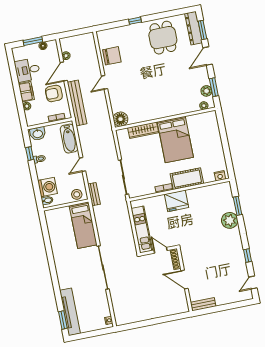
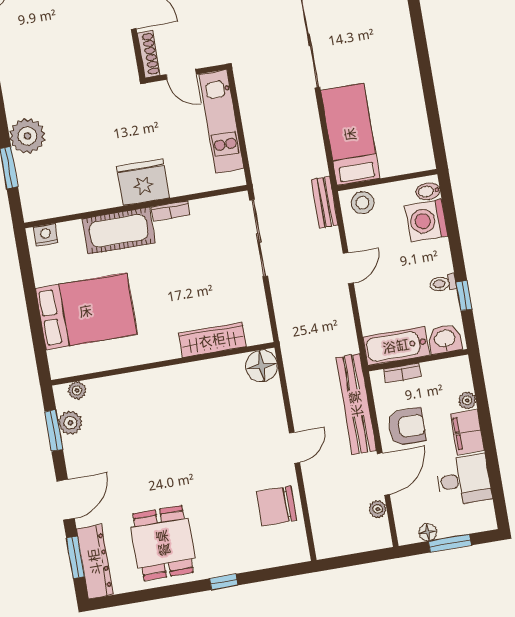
bathtub: (69, 139) -> (396, 346), moved, turned -90
bed: (175, 140) -> (86, 311), moved, turned 90

